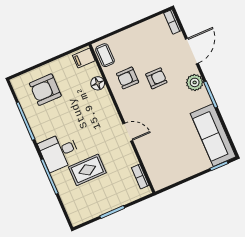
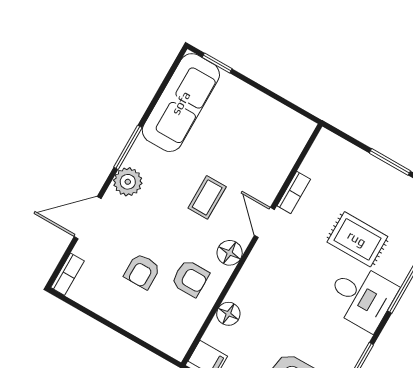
coffee table: (105, 55) -> (207, 197), moved
armchair: (156, 78) -> (142, 271), moved, turned -90
floor lamp: (126, 105) -> (230, 253), added
bookcase: (140, 177) -> (294, 193), moved

